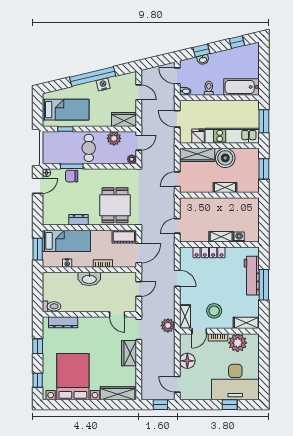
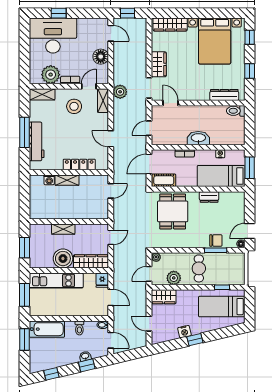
window: (93, 76) -> (195, 340), width x0.32
window: (264, 77) -> (25, 339), added
fridge: (198, 136) -> (102, 280), moved

